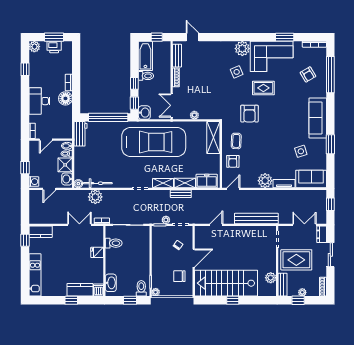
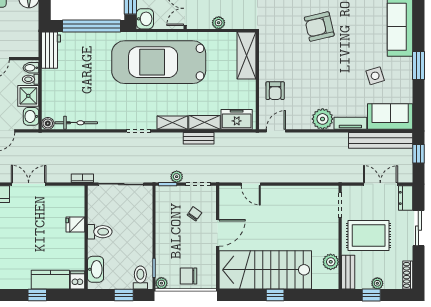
armchair: (249, 114) -> (319, 27), moved, turned 77
coffee table: (236, 141) -> (280, 61), removed
car: (154, 142) -> (159, 62), turned 180
plant: (95, 197) -> (73, 143), removed
bench: (256, 219) -> (381, 140), moved
double door: (79, 225) -> (29, 184), moved
door: (216, 225) -> (251, 184), swing flipped
toilet: (114, 243) -> (100, 232), moved
chair: (179, 276) -> (188, 276), moved

